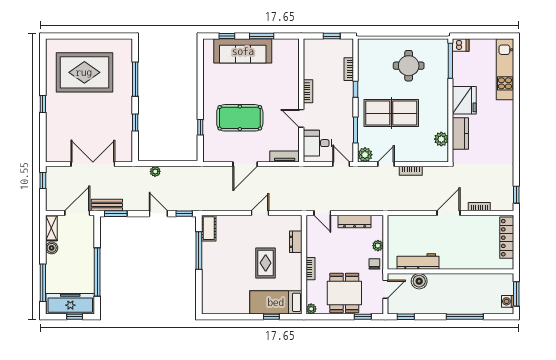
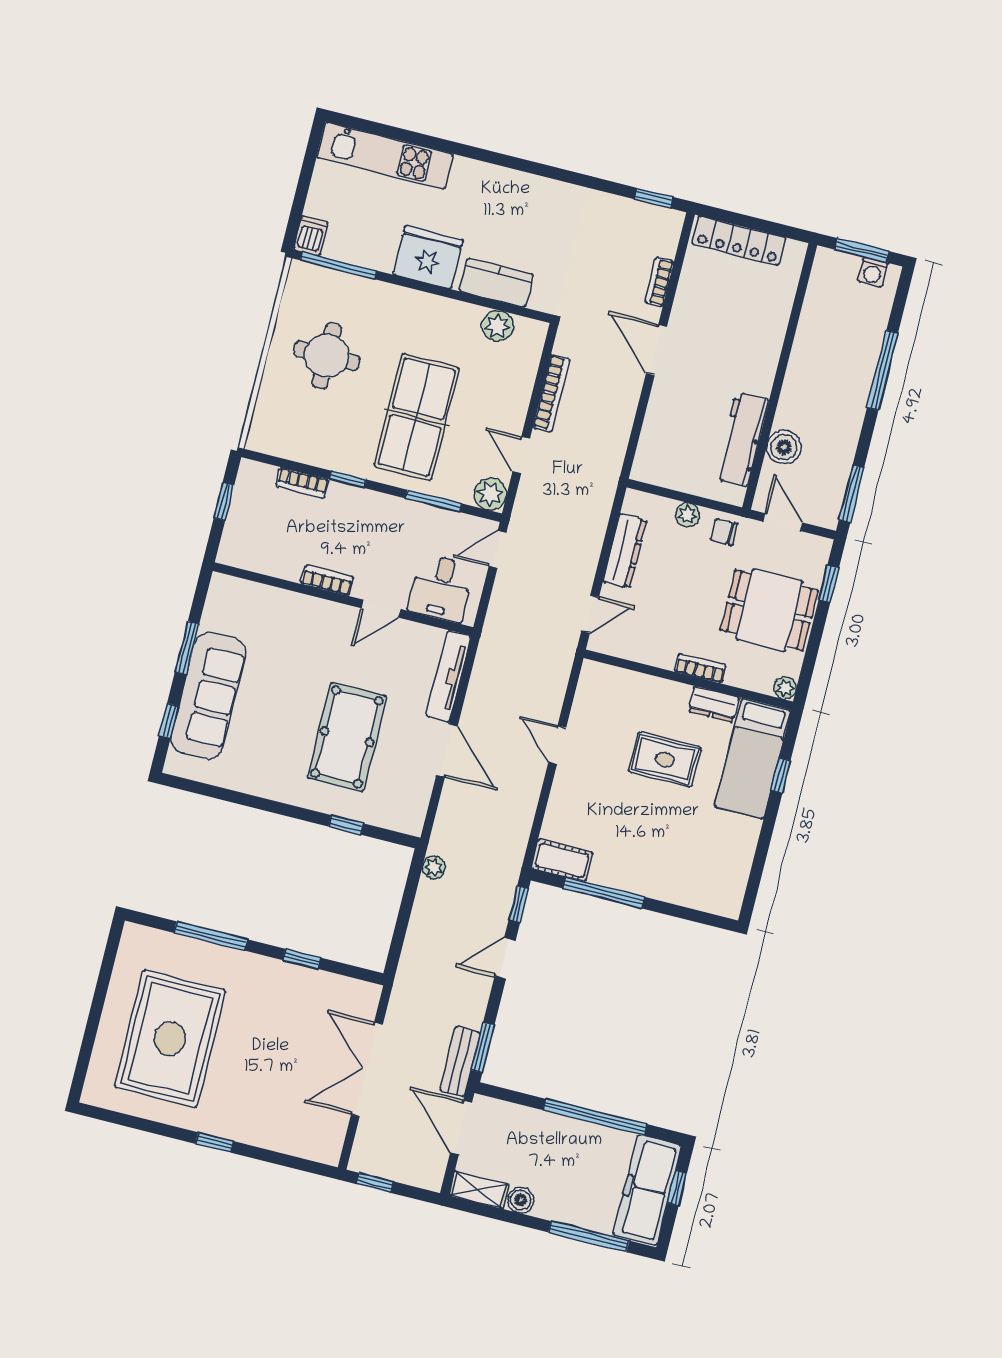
tv unit: (285, 157) -> (449, 676), width x1.41
plant: (155, 171) -> (434, 867), moved
bookcase: (411, 171) -> (551, 393), width x1.56
dresser: (296, 242) -> (714, 704), moved
window: (406, 317) -> (851, 494), width x1.50

